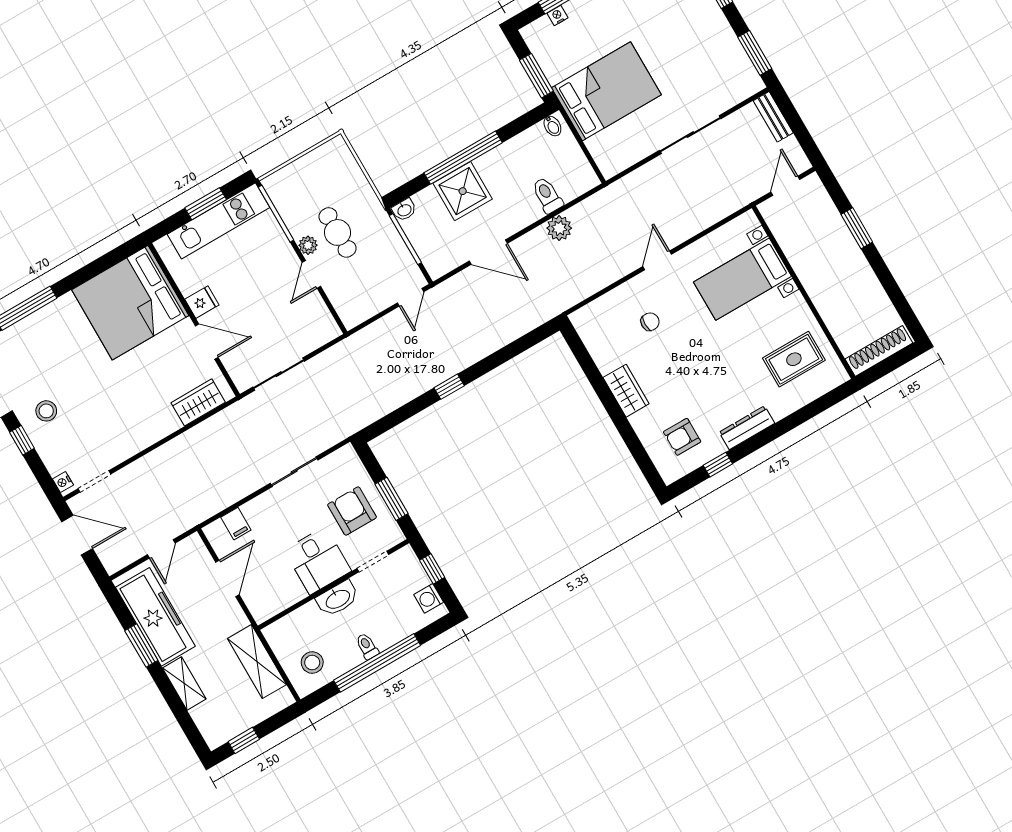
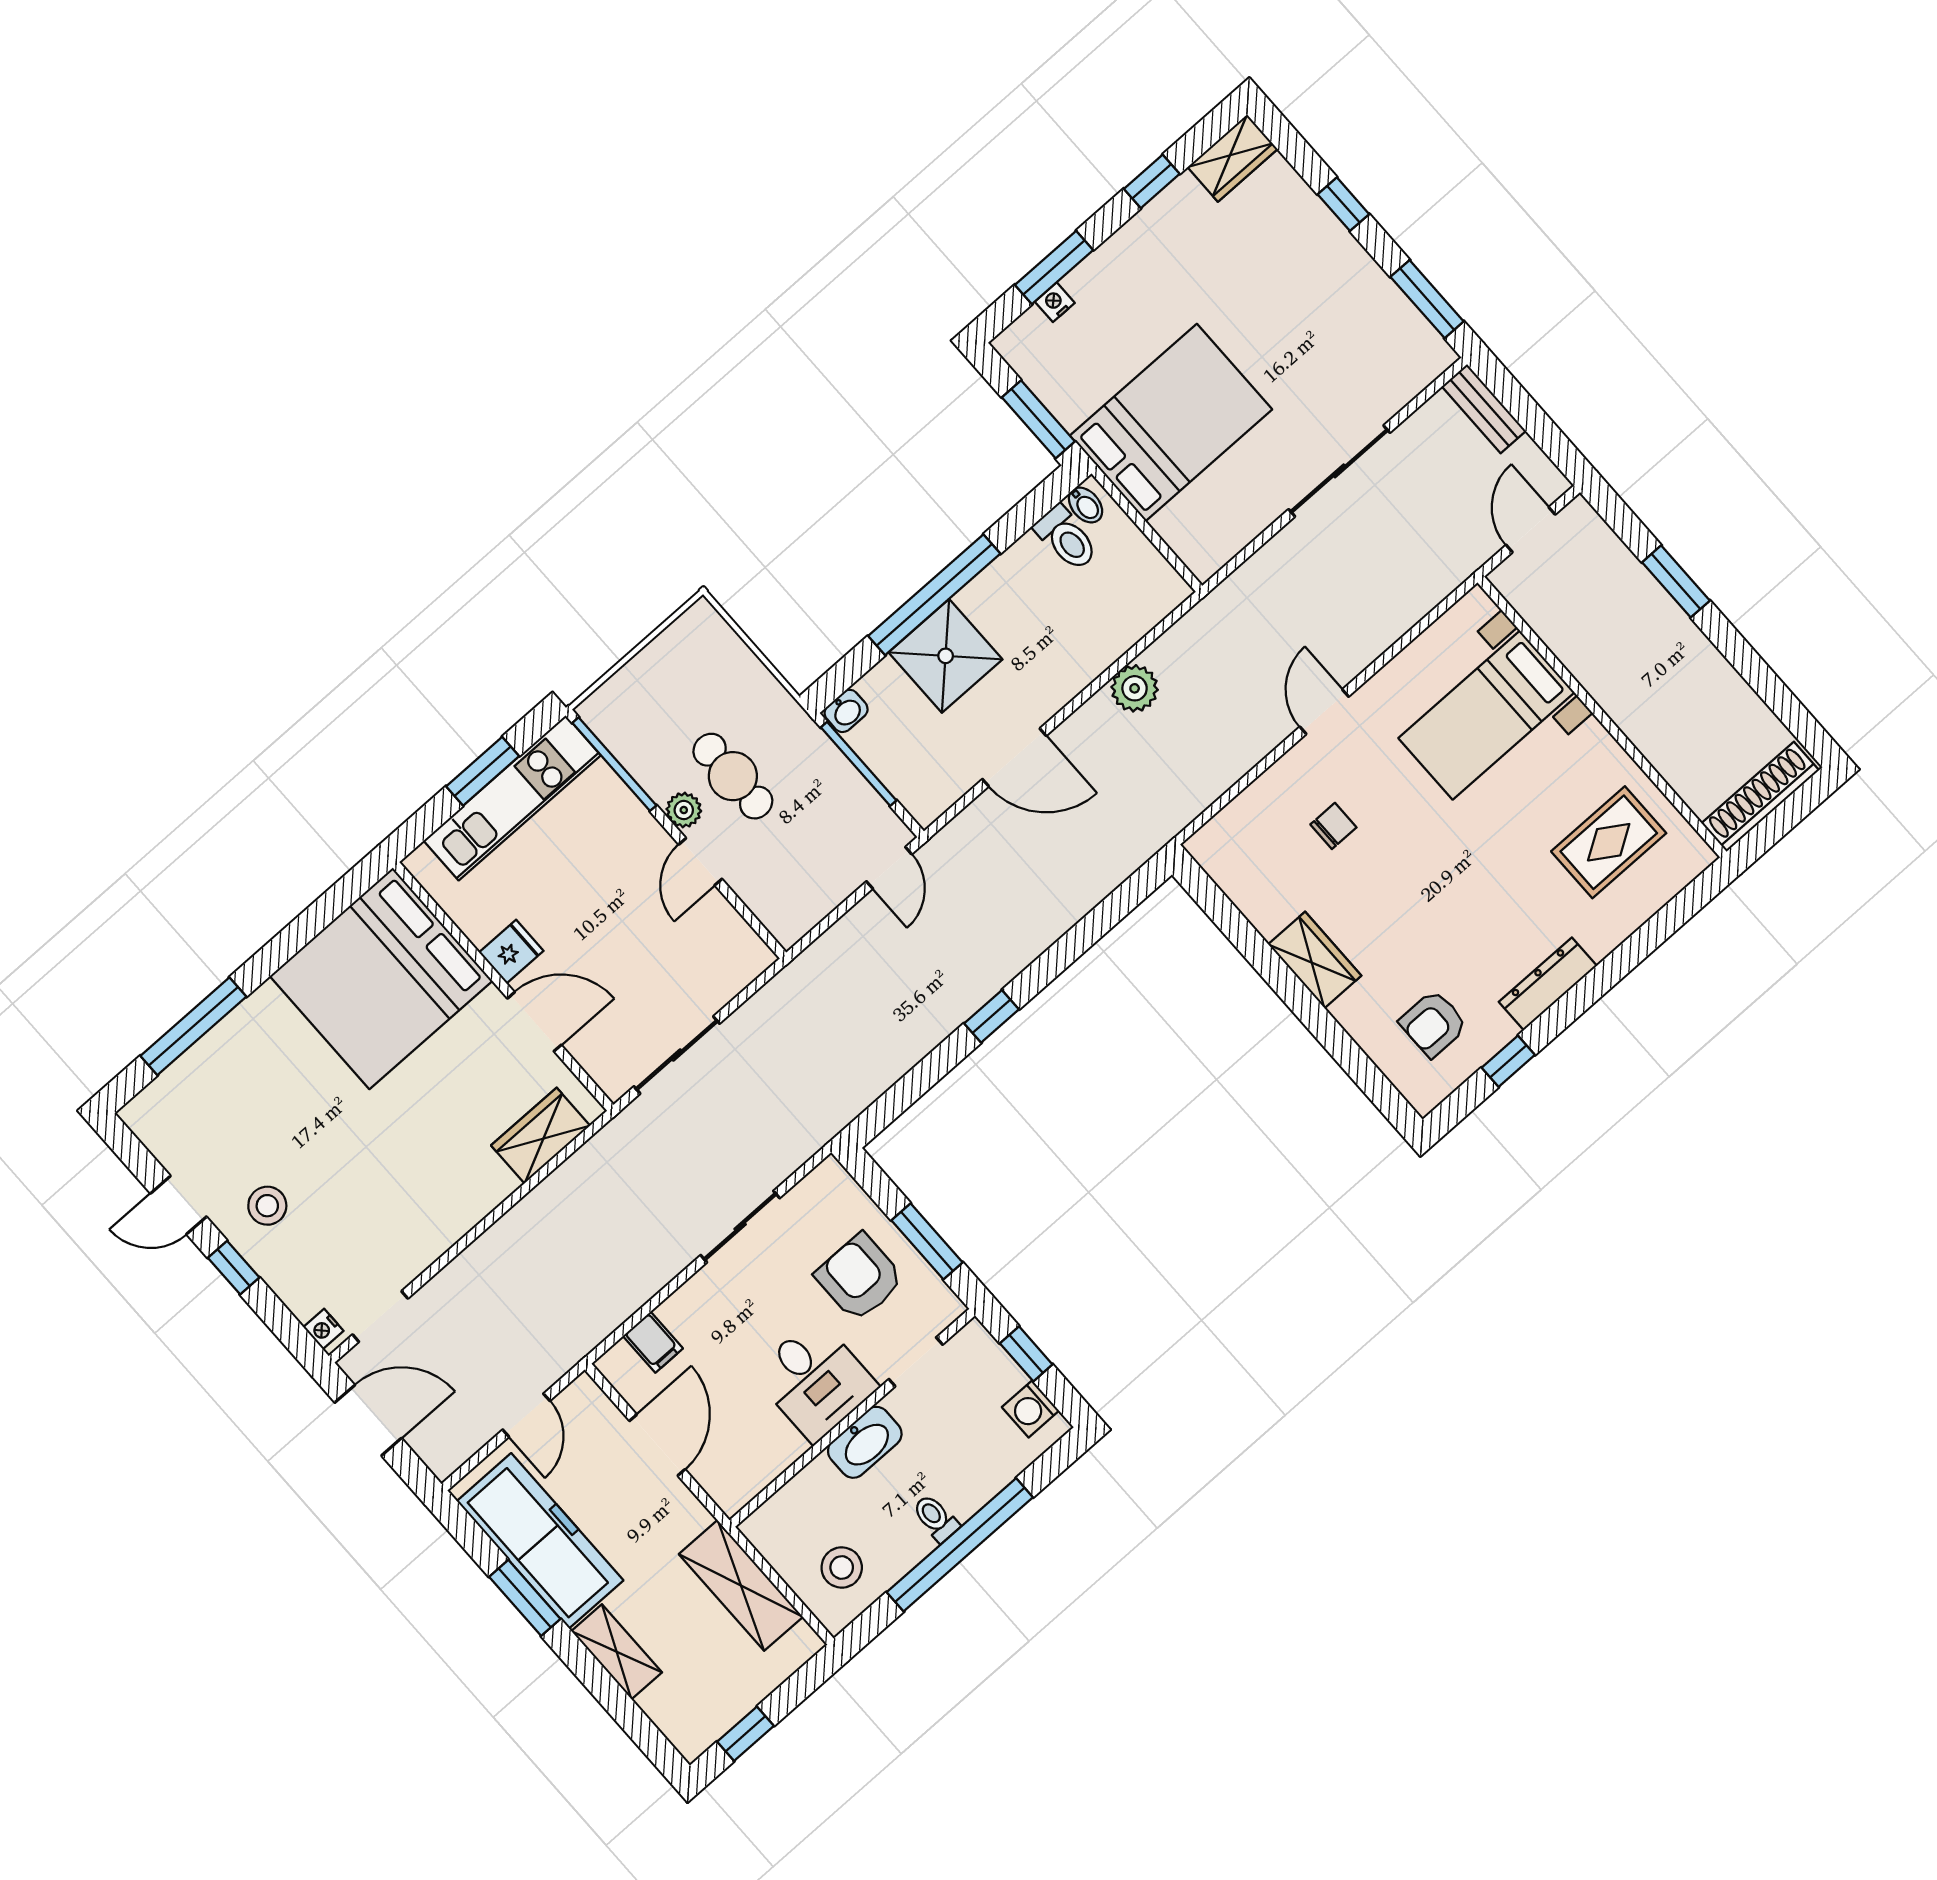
toilet: (547, 195) -> (1066, 538), moved, turned 180

